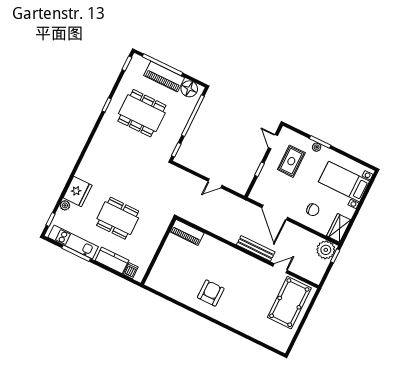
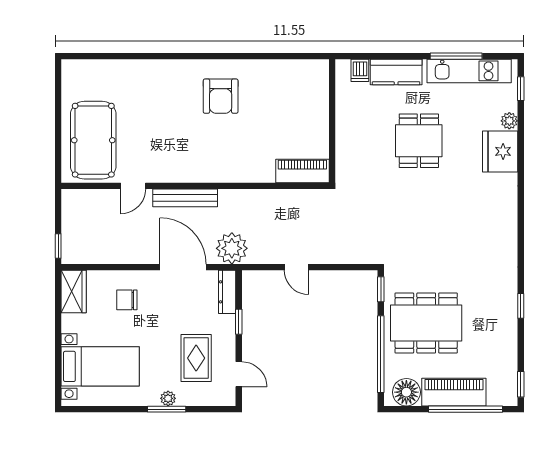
dining table: (142, 113) -> (426, 323), moved
door: (215, 183) -> (296, 267), swing flipped
dresser: (258, 188) -> (227, 292), added
dining table: (118, 218) -> (419, 141), width x0.73
plant: (326, 250) -> (232, 248), moved

